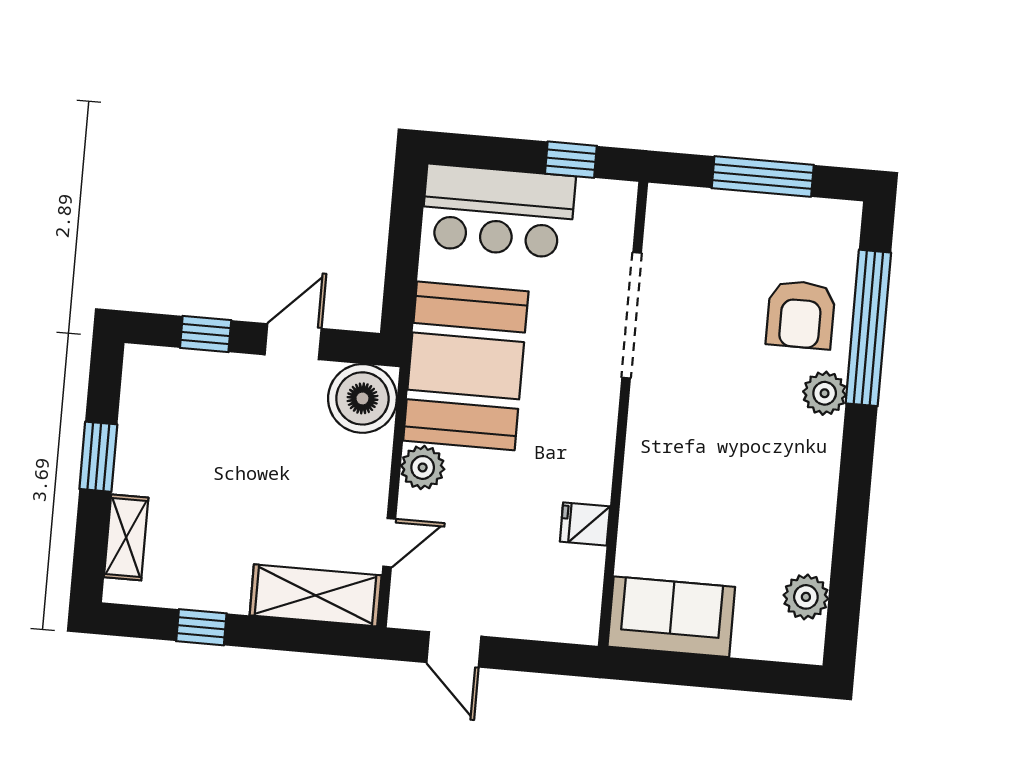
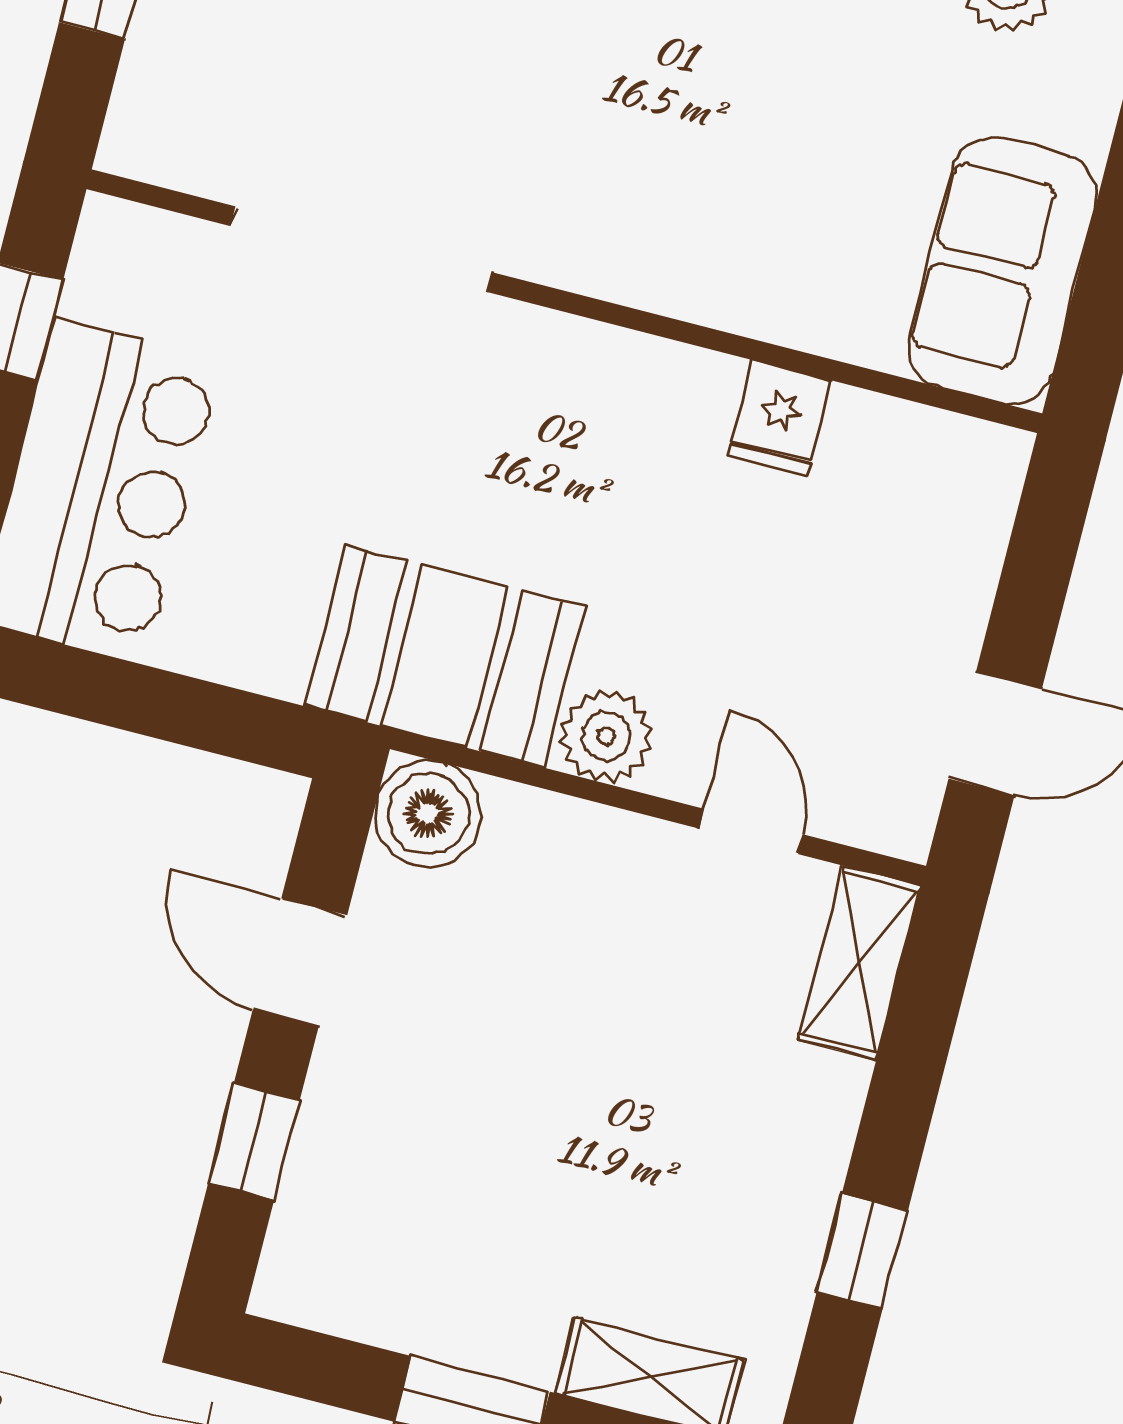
booth: (466, 366) -> (444, 657), width x0.73, depth x0.70
boiler: (362, 398) -> (428, 814), width x0.73, depth x0.73
shelving: (316, 595) -> (860, 963), width x0.67, depth x0.75

